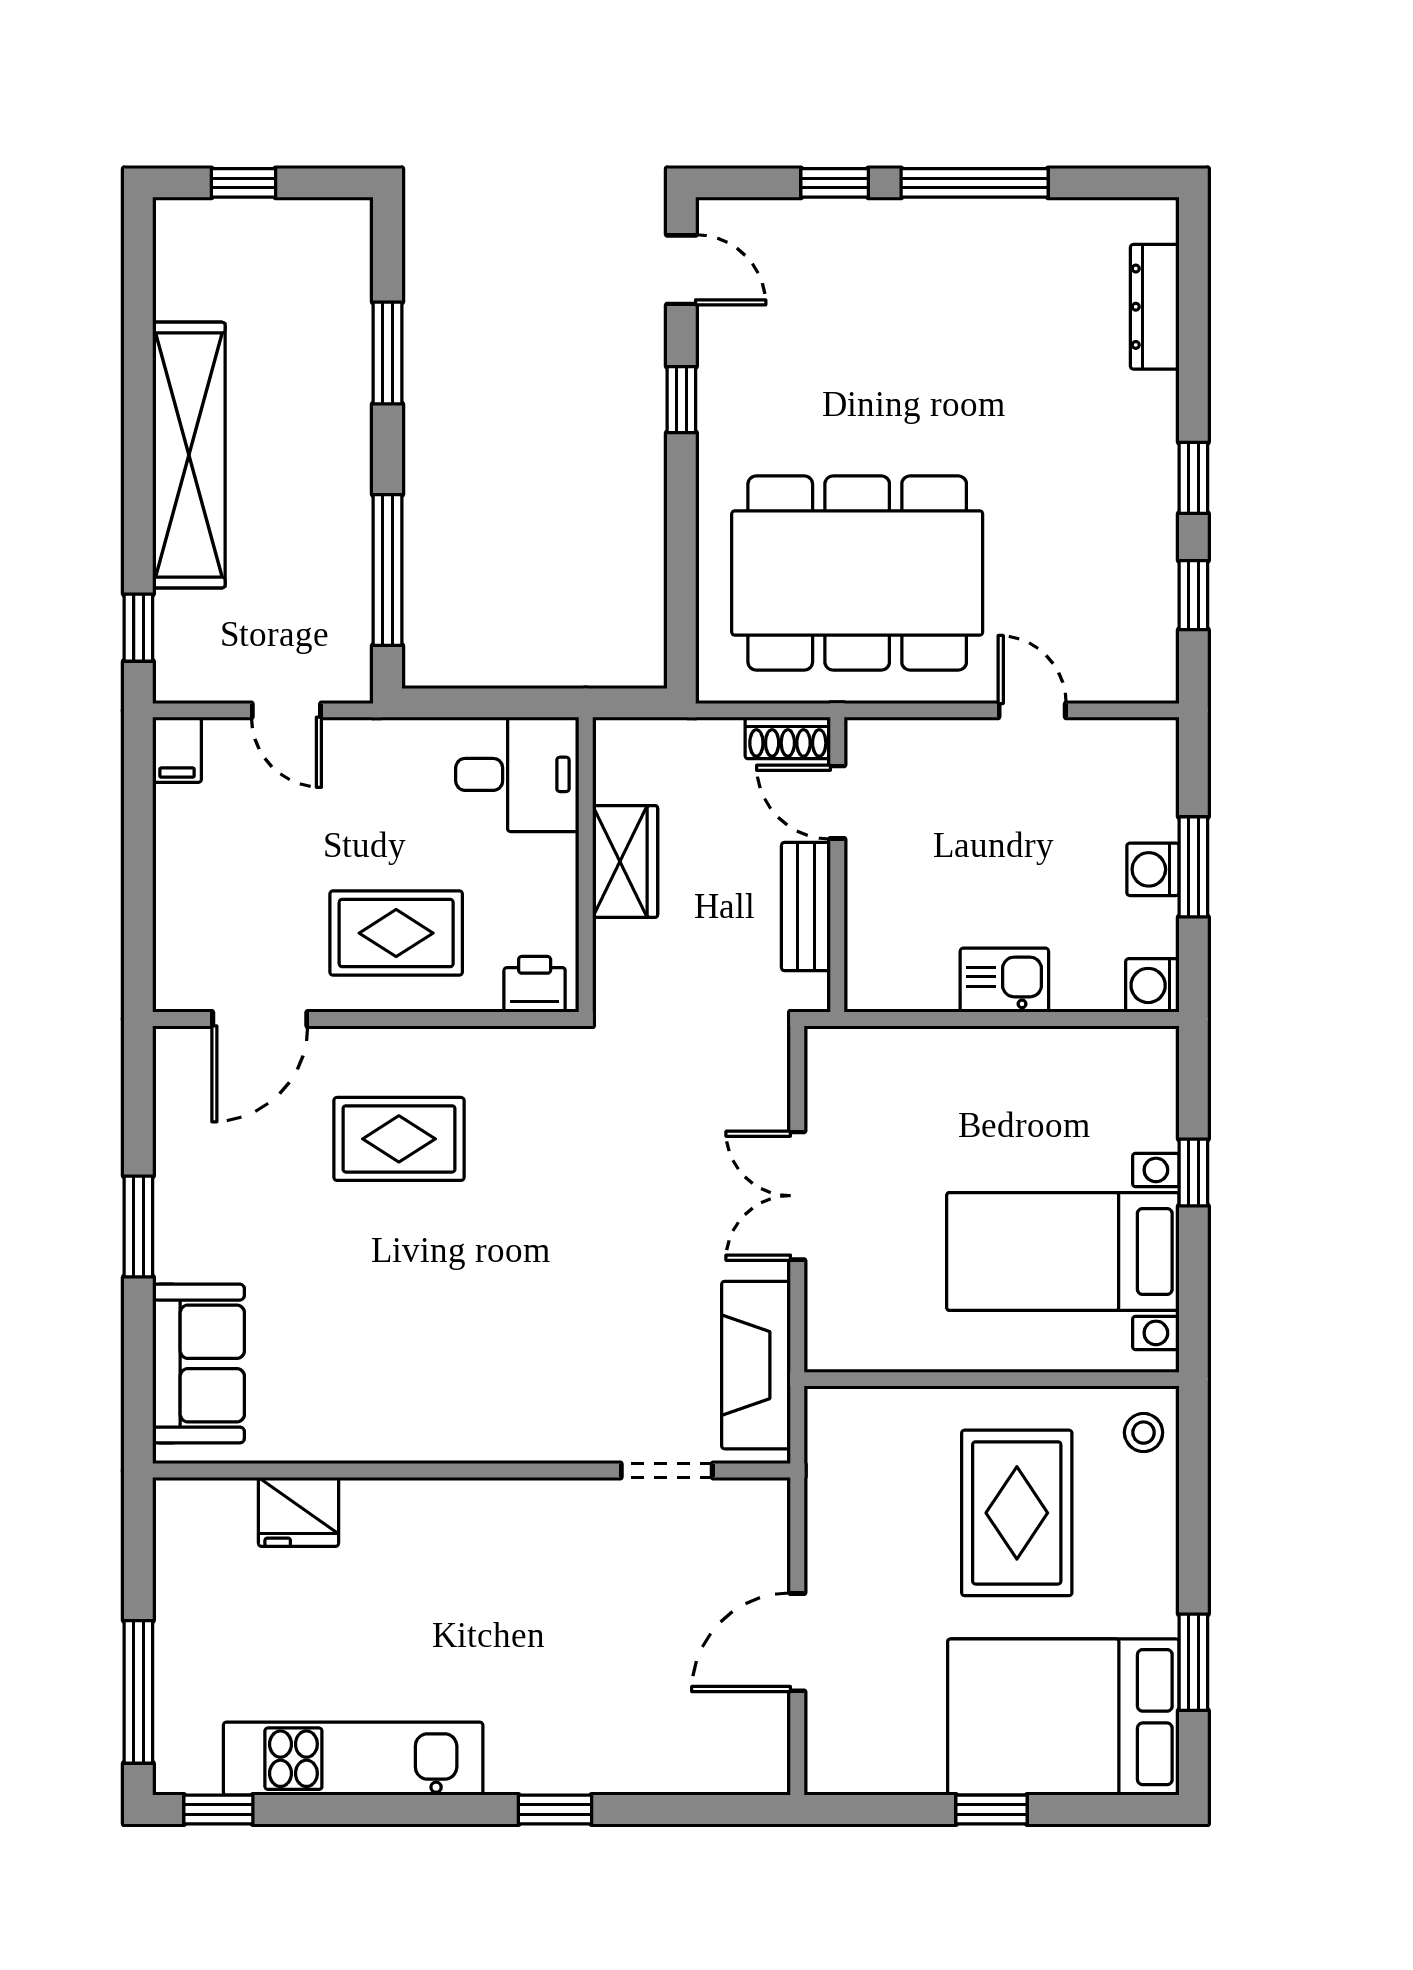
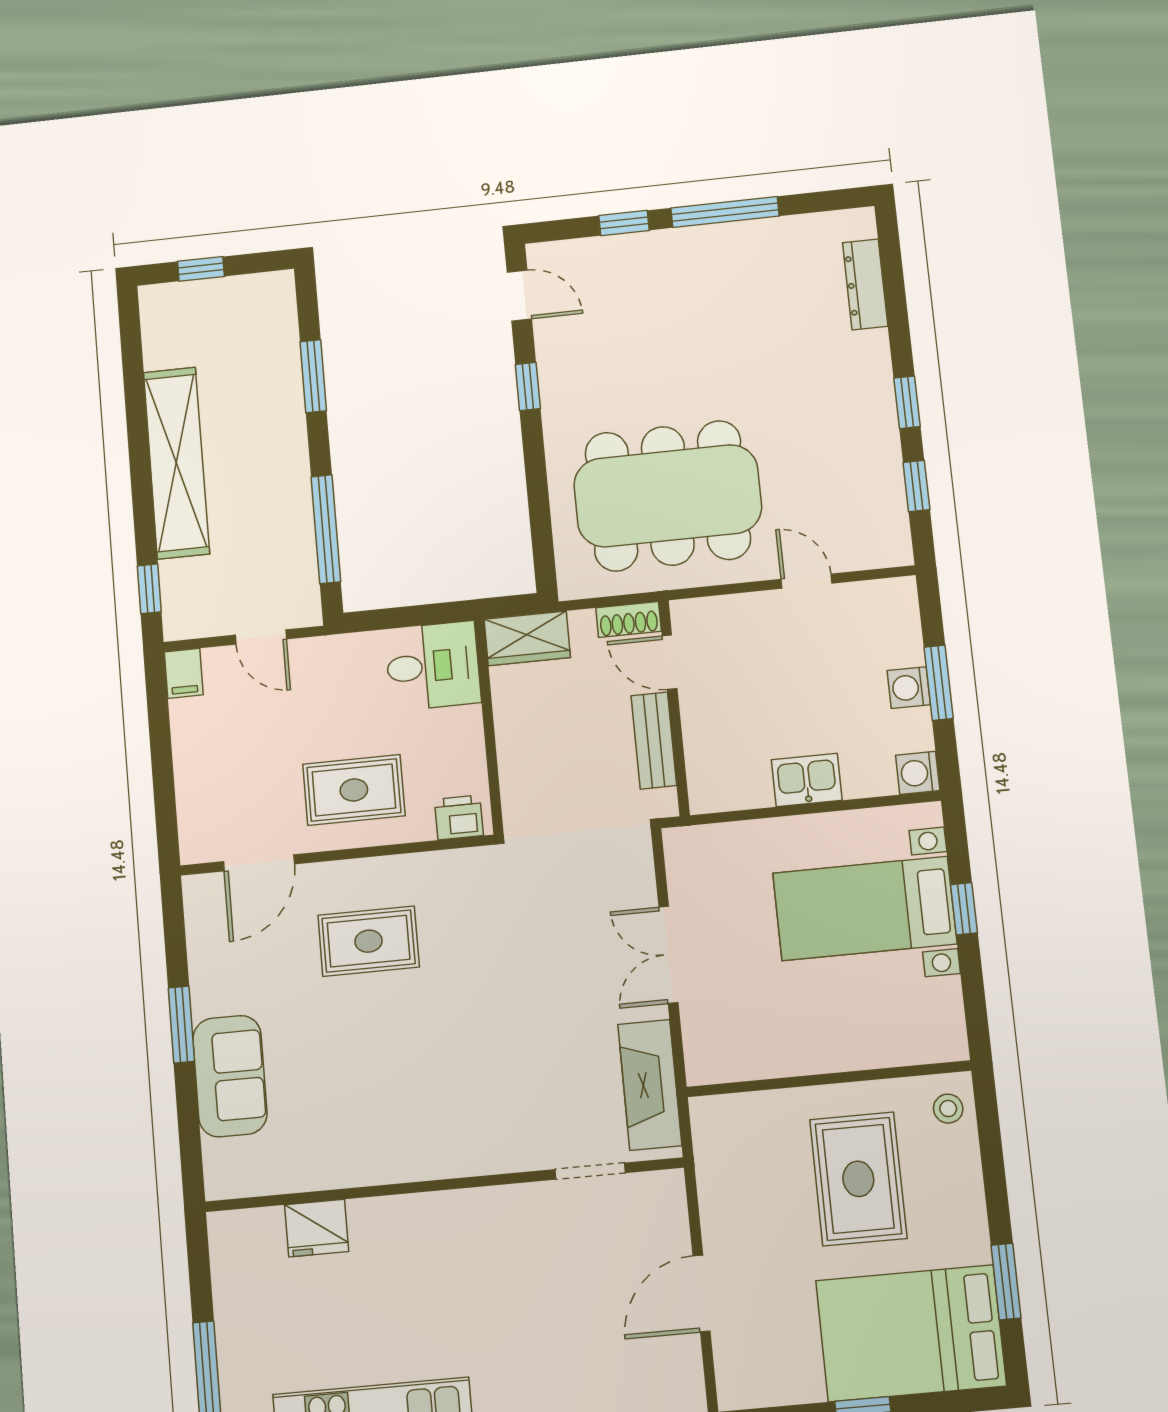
wardrobe: (625, 861) -> (527, 638), moved, turned 90
bed with nightstands: (1063, 1251) -> (865, 908), moved
sofa: (199, 1364) -> (230, 1076), moved

